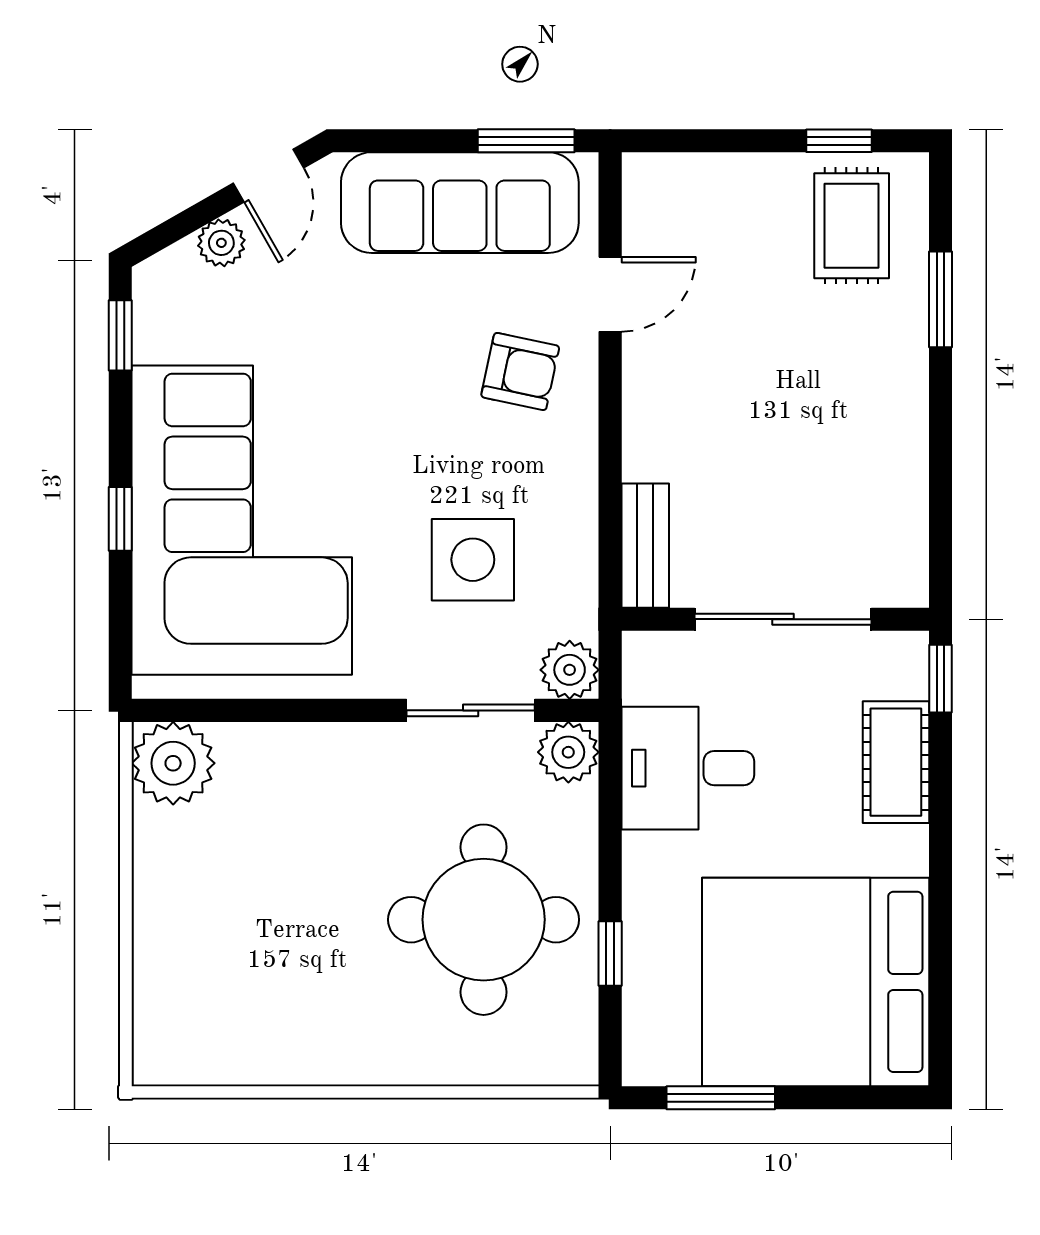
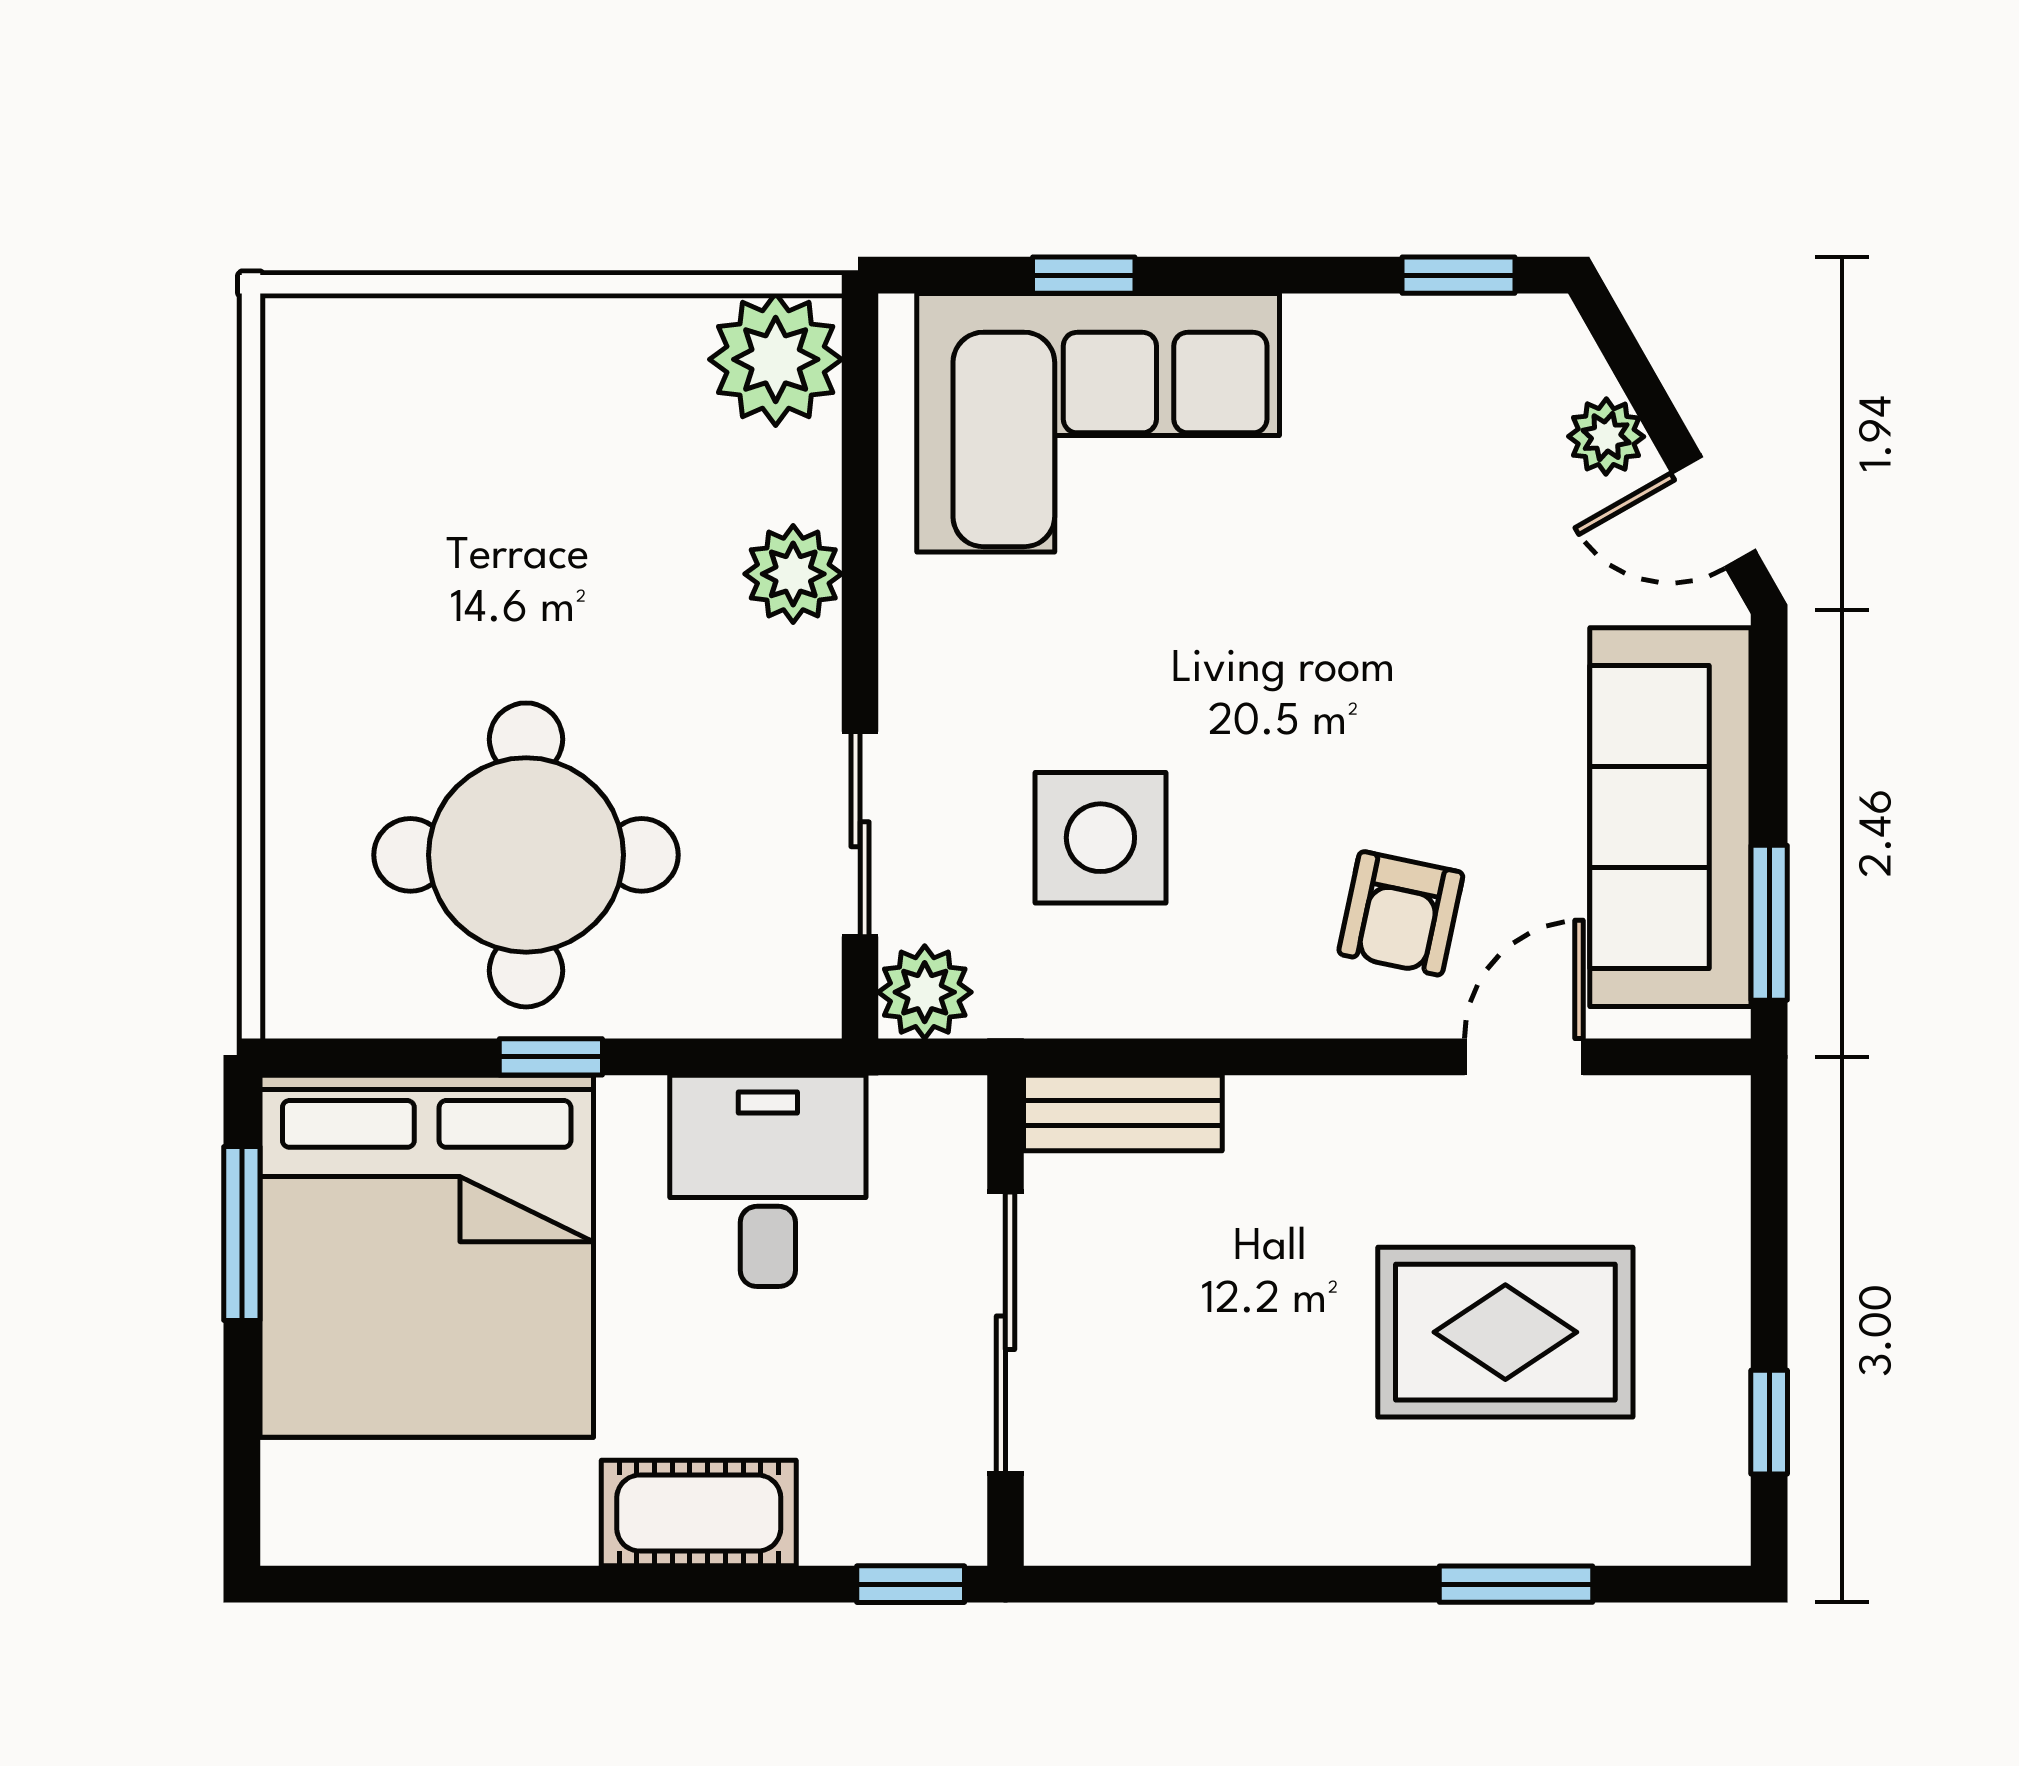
rug: (852, 226) -> (1505, 1332), moved, width x1.36, depth x1.43
door: (610, 294) -> (1524, 1057), swing flipped
window: (120, 519) -> (1084, 275), moved
corner sofa: (242, 520) -> (1098, 423), width x0.73, depth x0.74
plant: (568, 752) -> (793, 574), moved
cot: (896, 762) -> (699, 1513), moved
window: (610, 954) -> (551, 1057), moved
bed: (816, 982) -> (427, 1256), moved, turned 180

